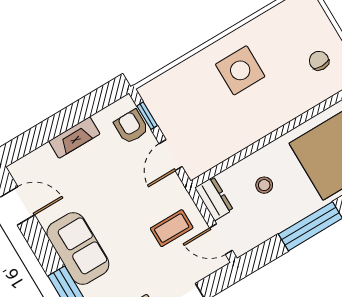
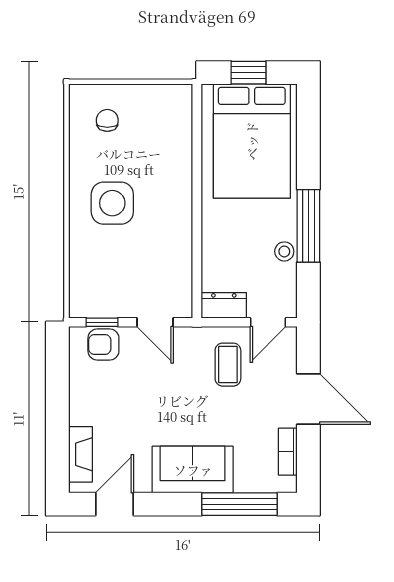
chair: (319, 61) -> (107, 120), moved, turned 90
fireplace: (74, 137) -> (80, 454), moved
stool: (264, 185) -> (284, 251), moved

